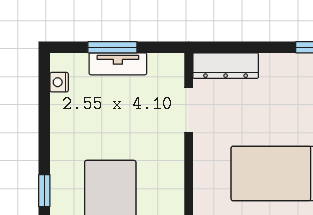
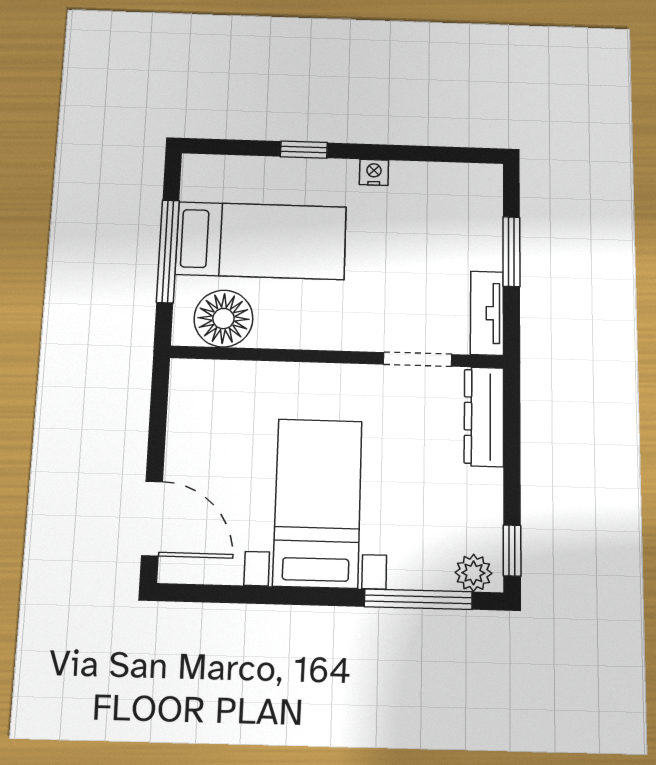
tv unit: (118, 64) -> (487, 313), moved
nightstand: (59, 82) -> (374, 172), moved

